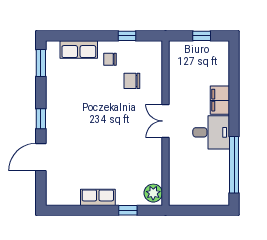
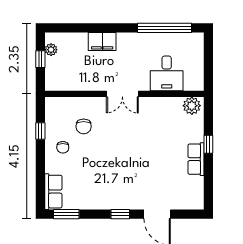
plant: (211, 47) -> (51, 50), added
row of seats: (79, 49) -> (53, 192), moved
desk: (211, 132) -> (167, 73), moved, turned 180
window: (128, 210) -> (208, 144), moved

